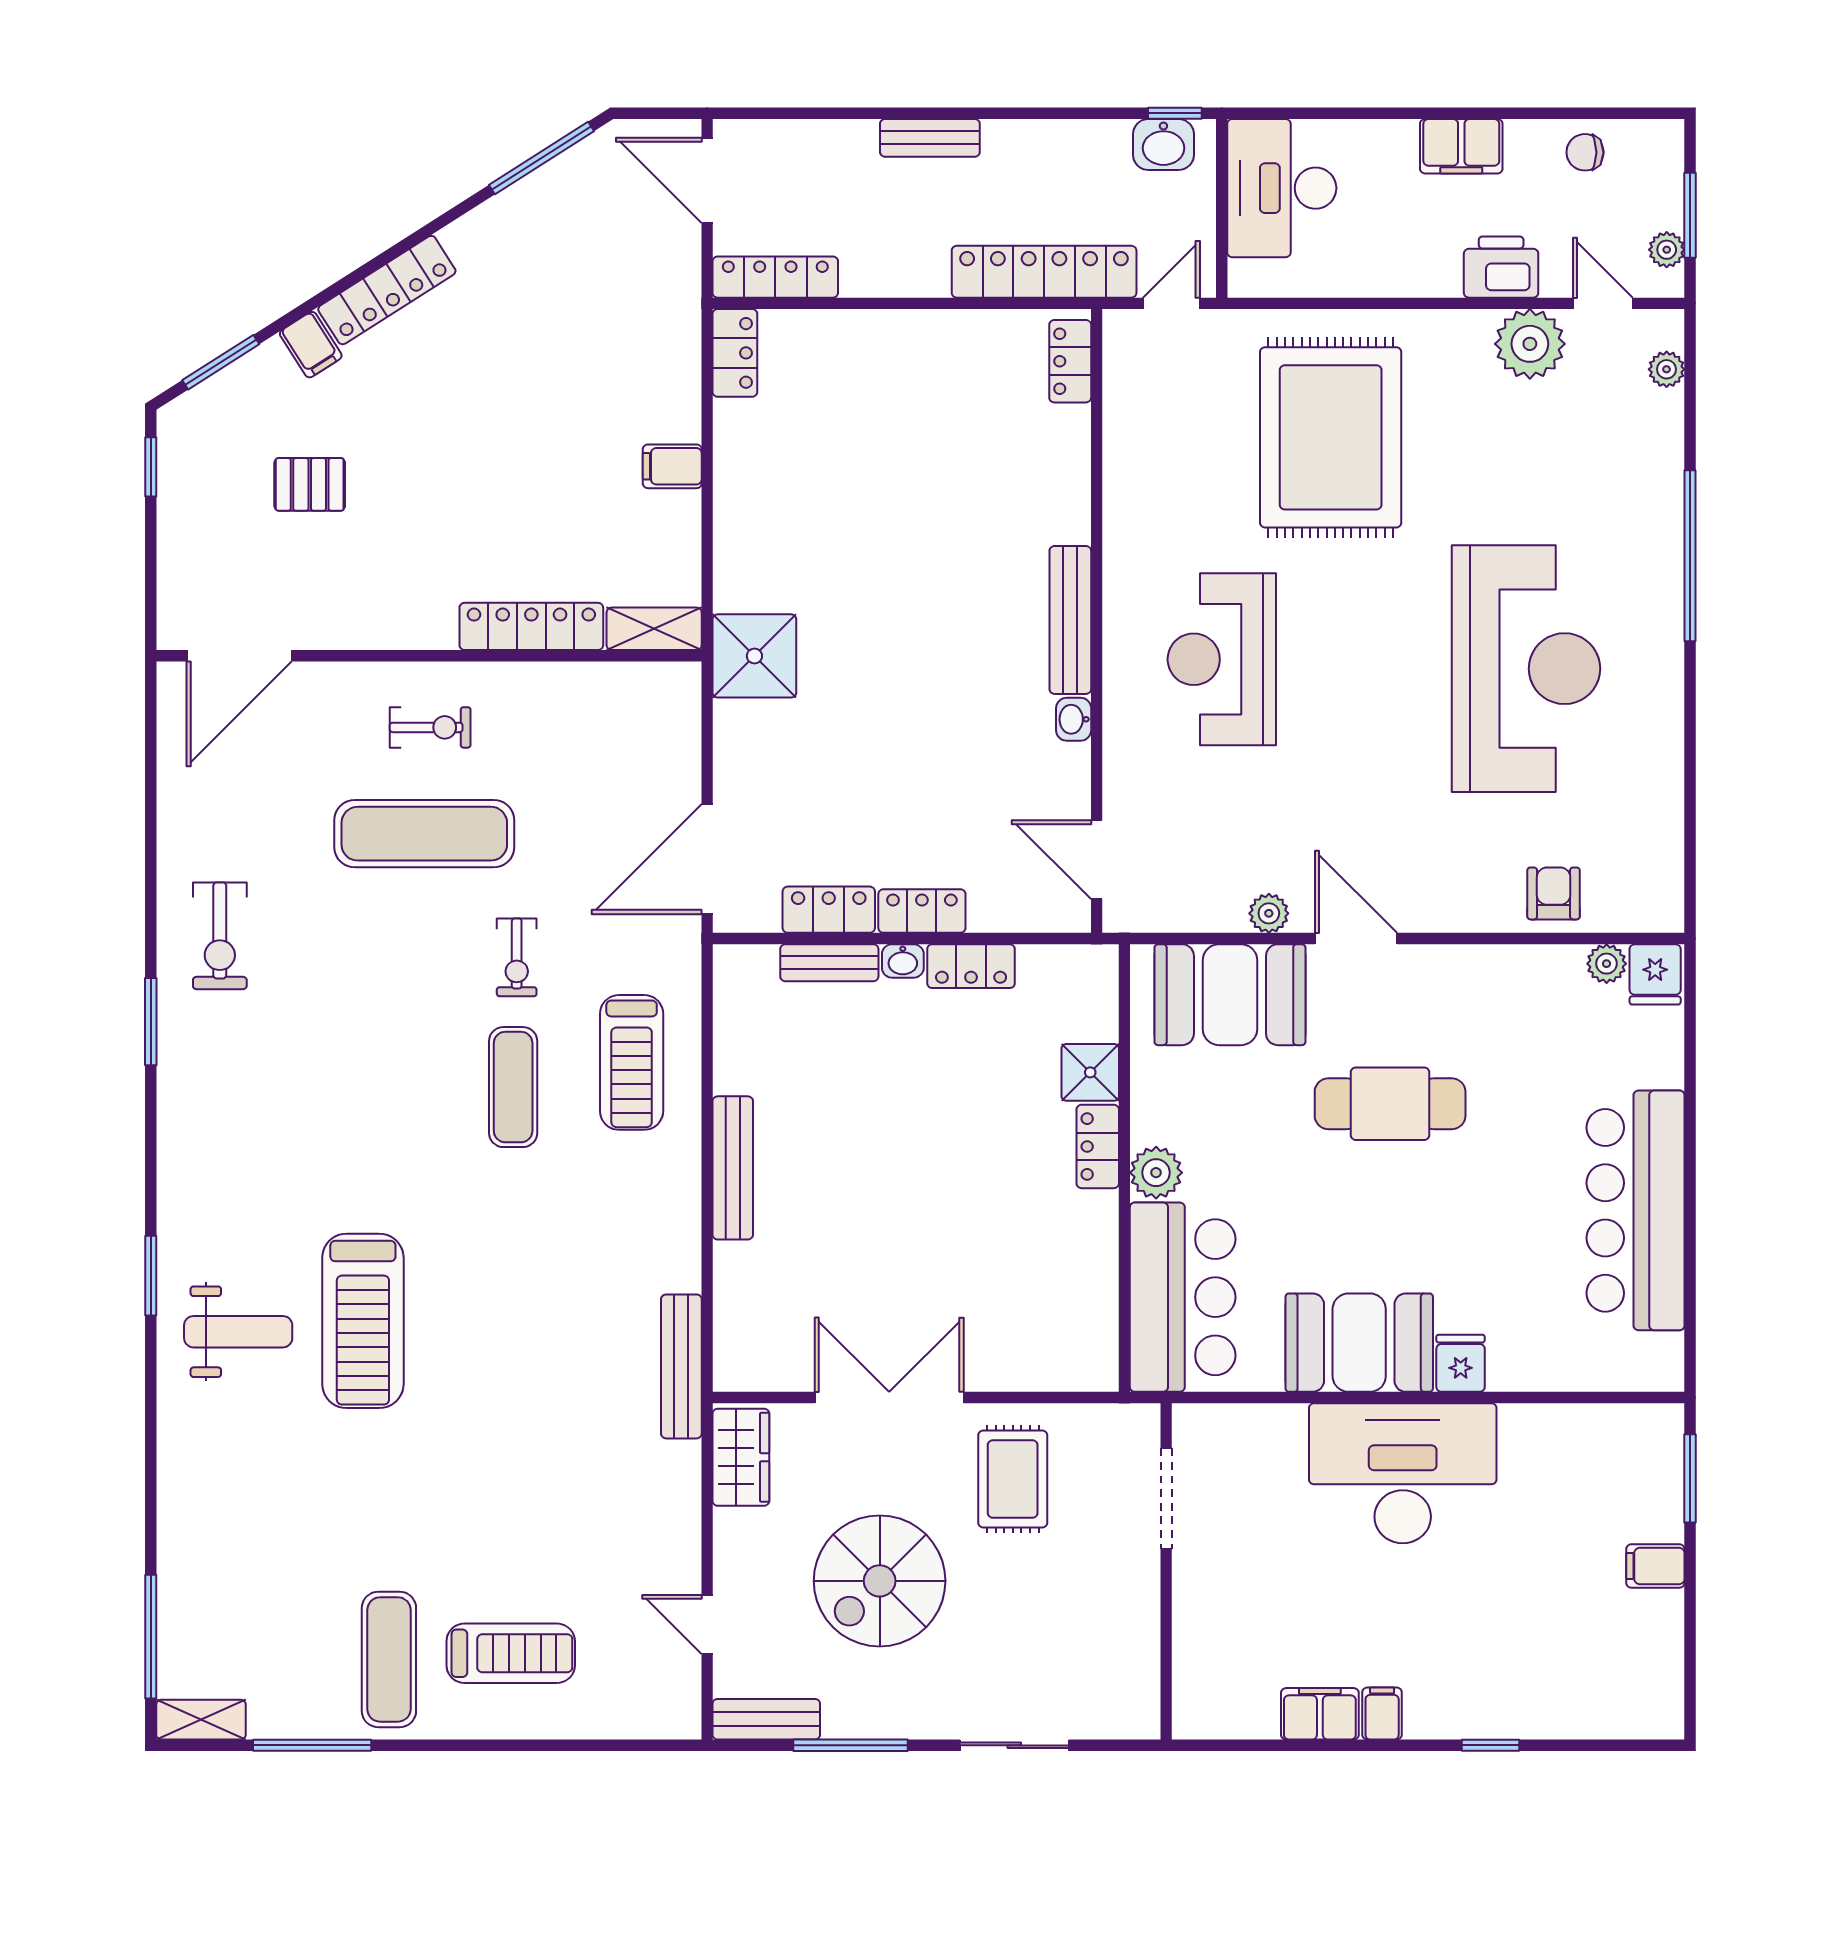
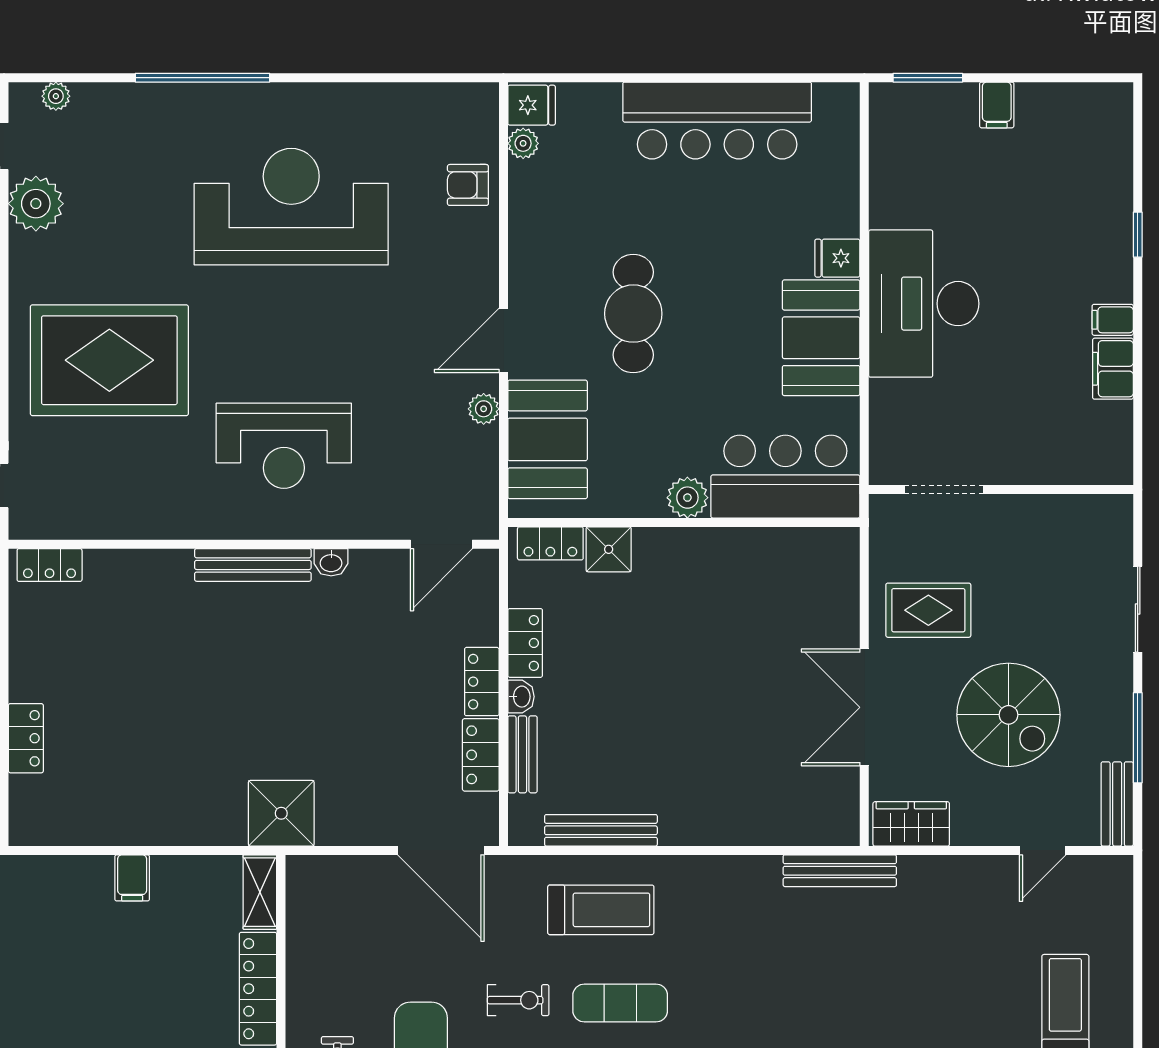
locker: (735, 353) -> (26, 738), moved, turned 90
locker: (1098, 1146) -> (550, 543), moved
bench: (733, 1168) -> (601, 830), moved

